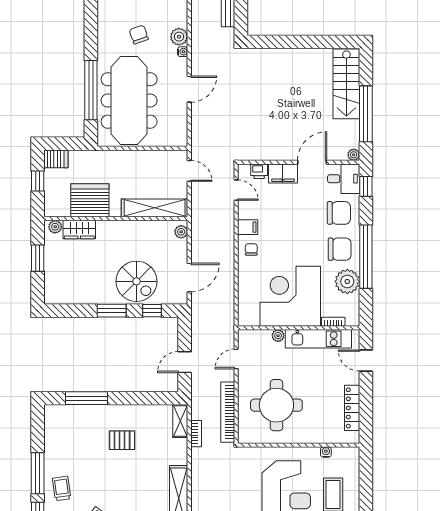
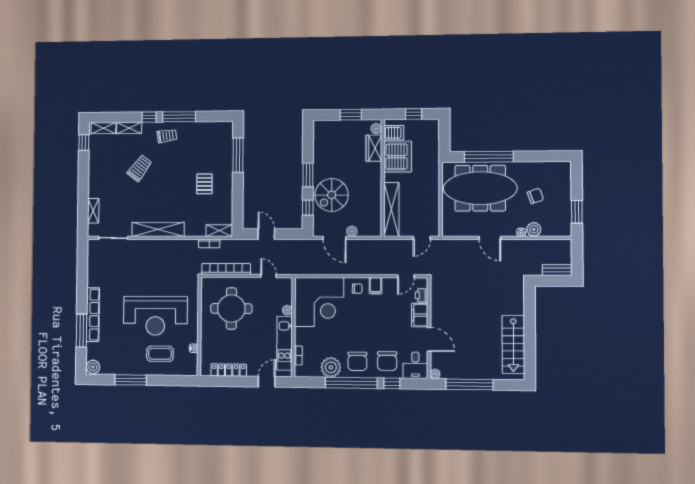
stairs: (346, 84) -> (513, 345), moved, turned -90
server rack: (56, 159) -> (394, 133), moved, turned -90
window: (366, 186) -> (392, 383), moved
plant: (181, 232) -> (352, 231), moved
corner desk: (290, 296) -> (319, 302), moved, turned 90

